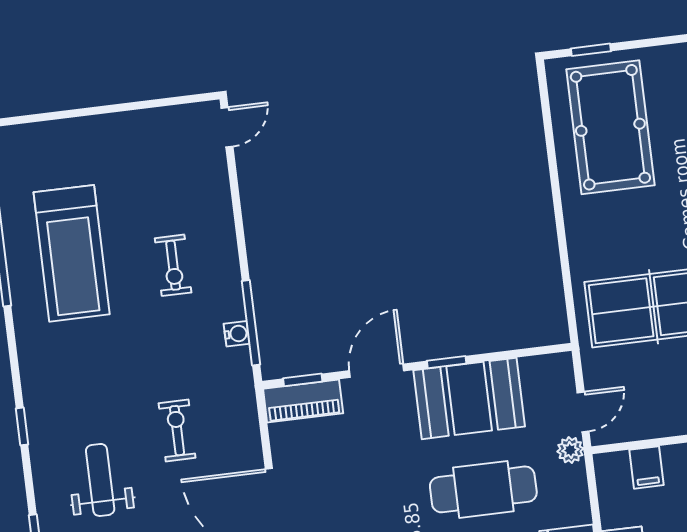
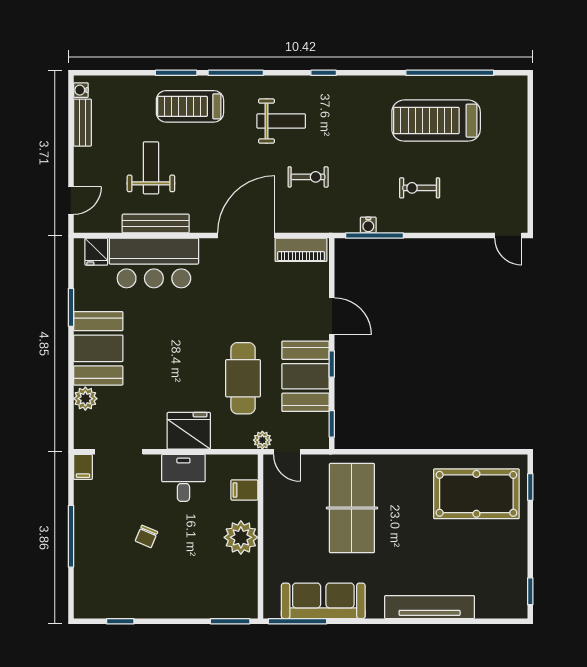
window: (303, 380) -> (332, 424), moved
piano: (303, 401) -> (301, 250), moved, turned -90

